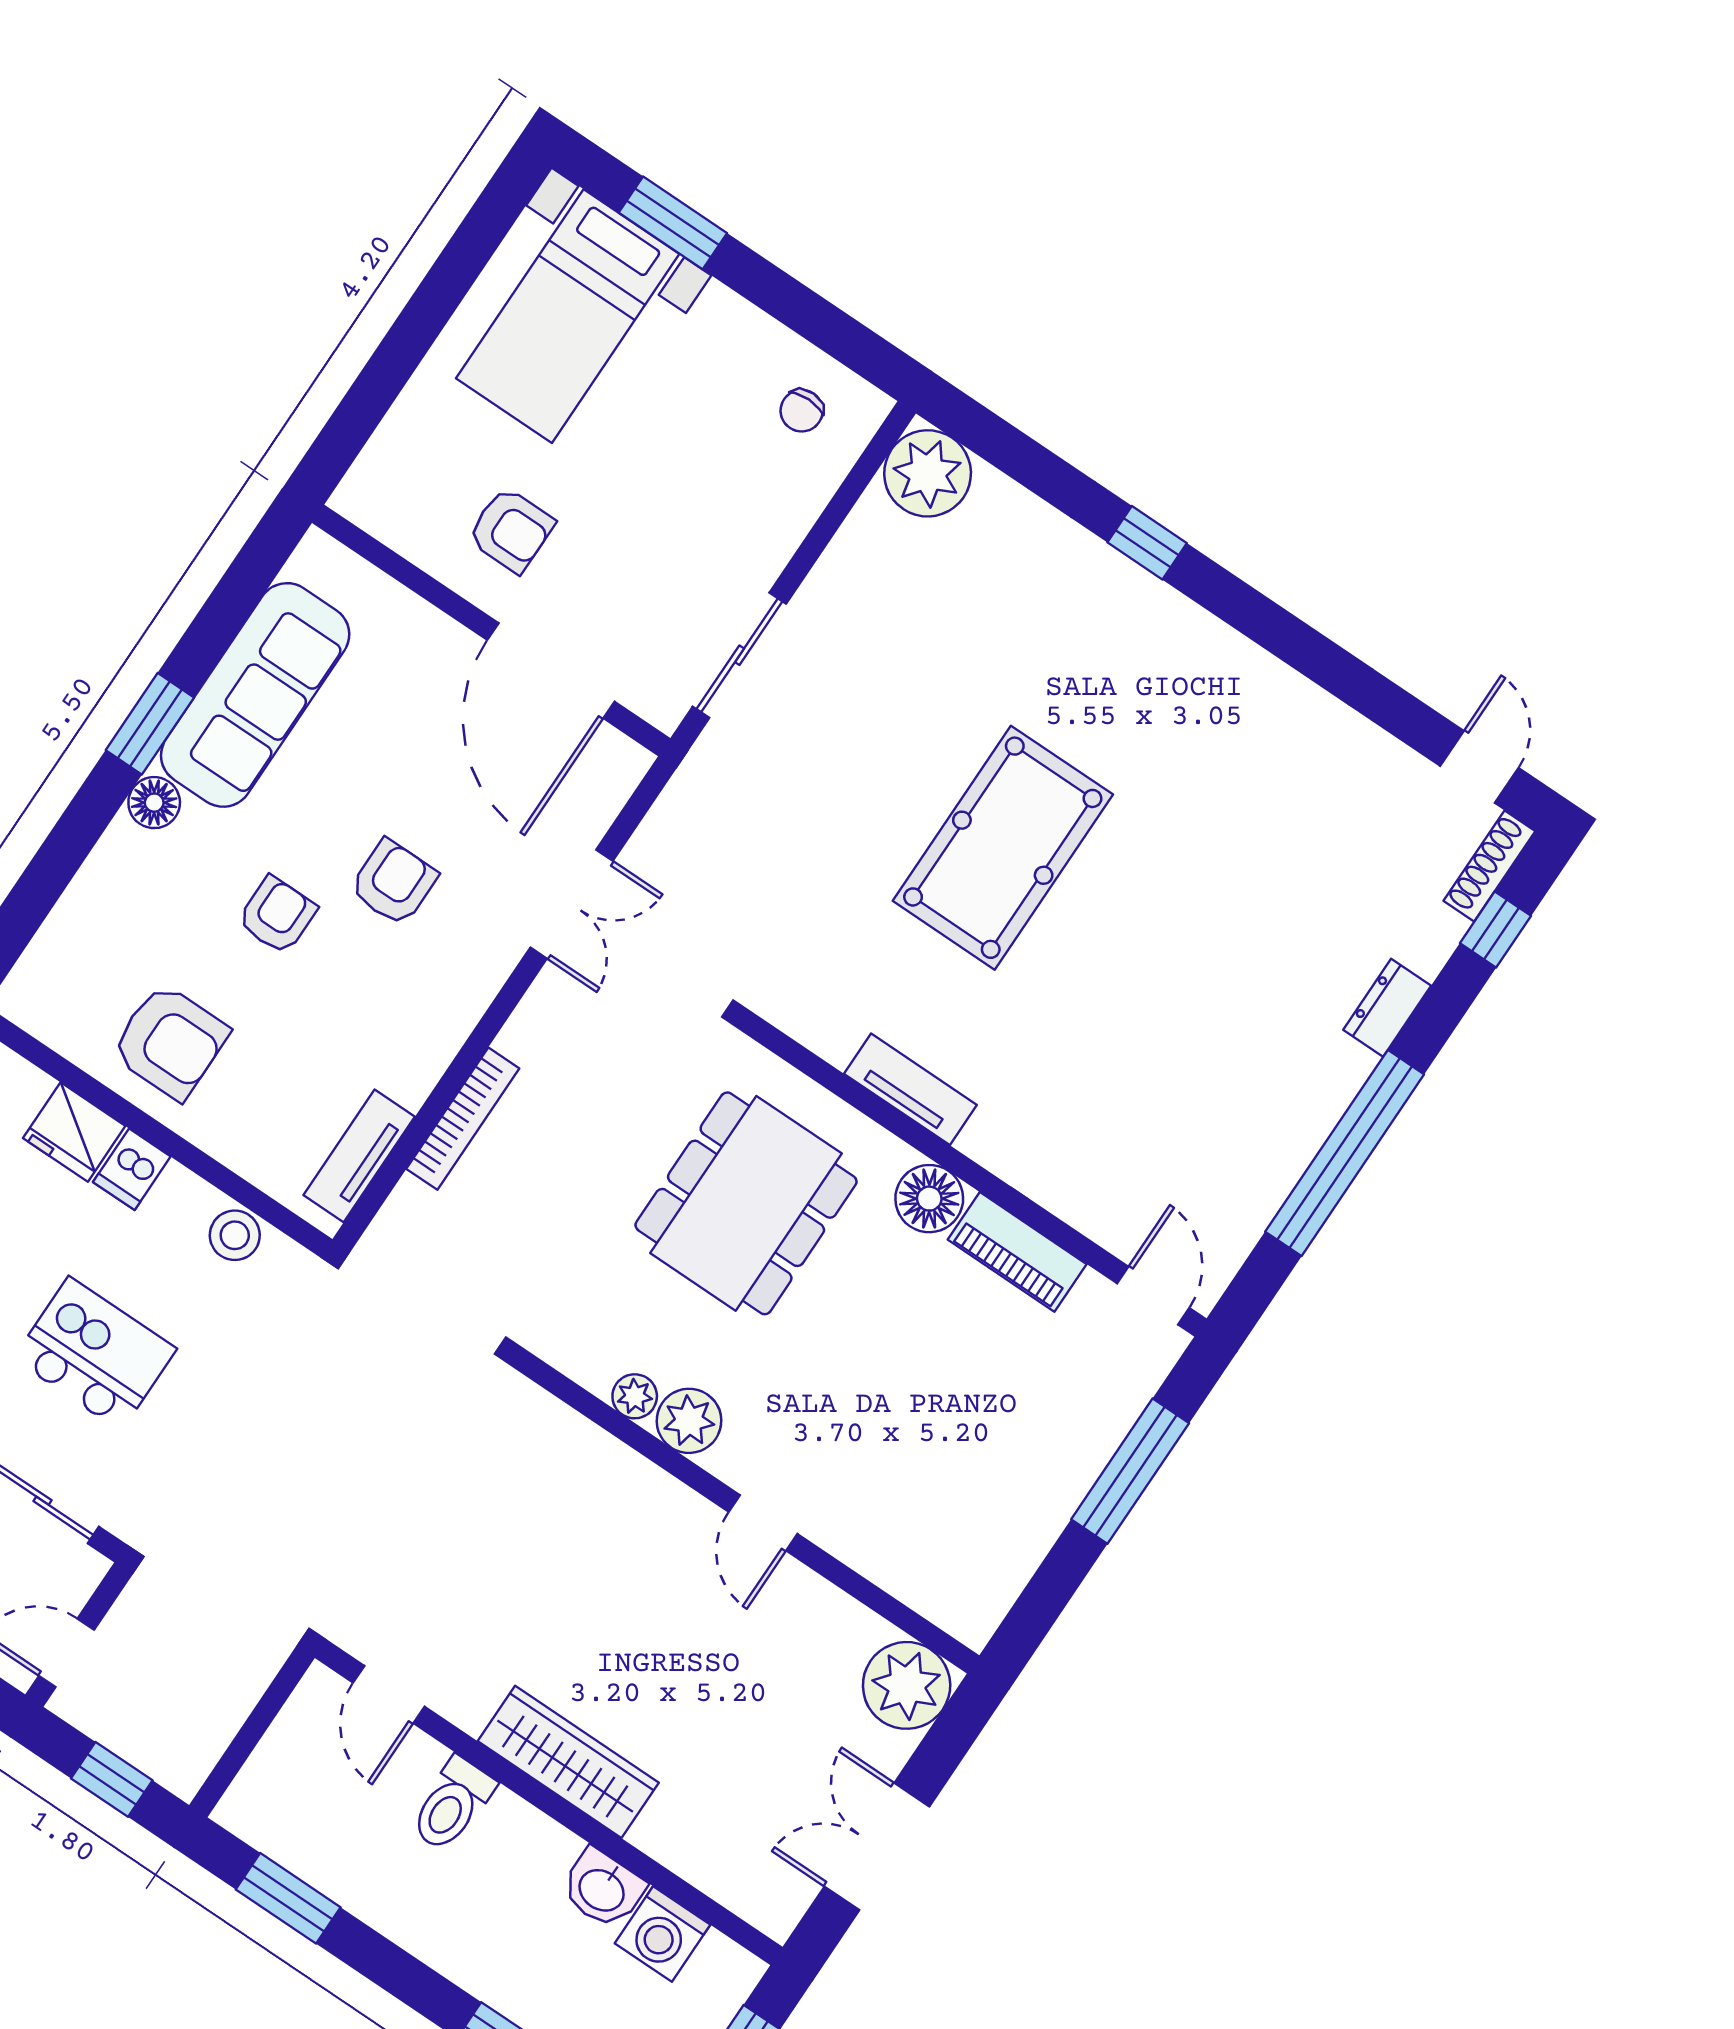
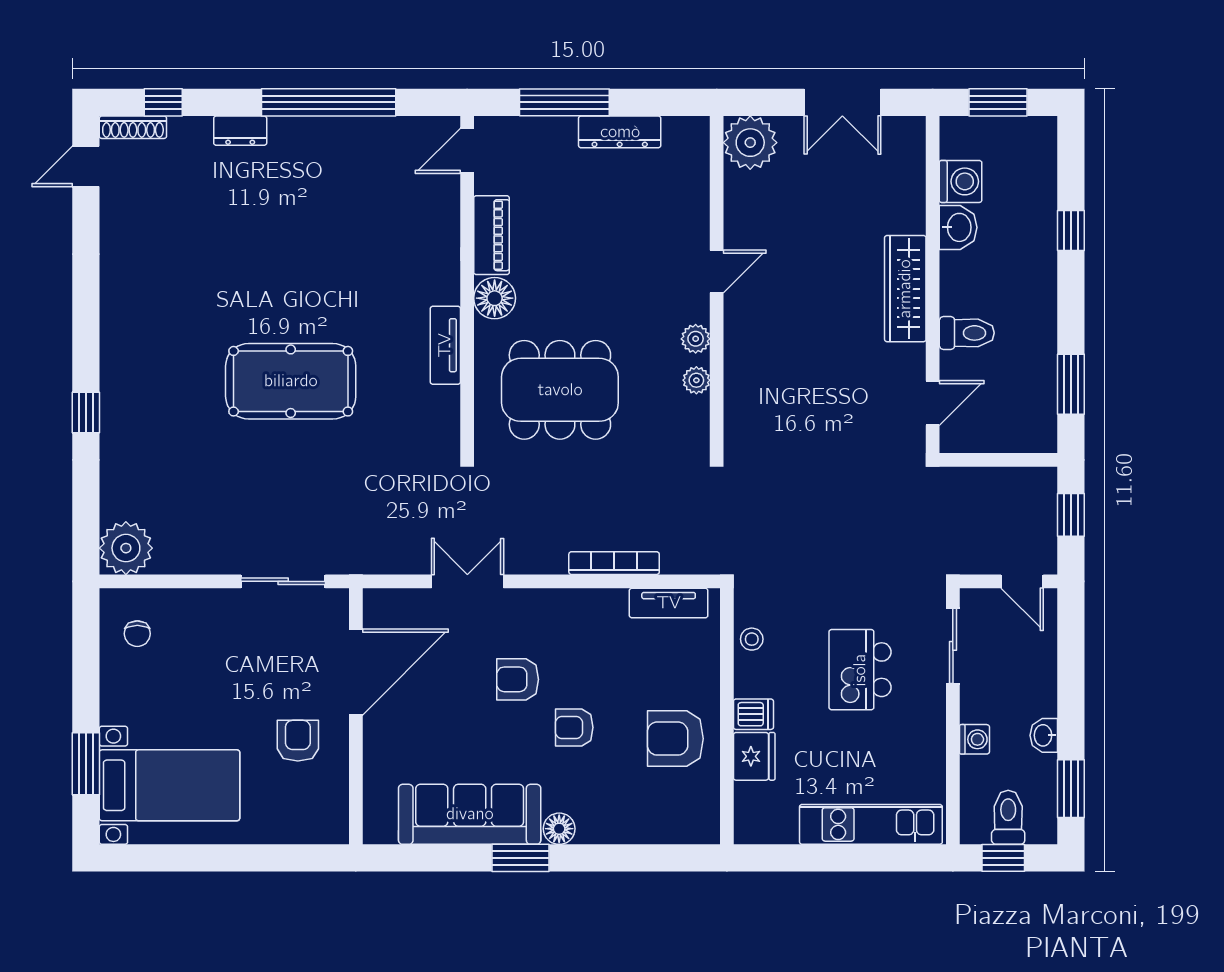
chair: (802, 411) -> (137, 634), turned 90
armchair: (170, 1042) -> (675, 739), turned -90
stool: (235, 1235) -> (752, 639), width x0.73, depth x0.73
plant: (689, 1421) -> (696, 339), width x0.73, depth x0.73
dresser: (1040, 1519) -> (620, 132), added

